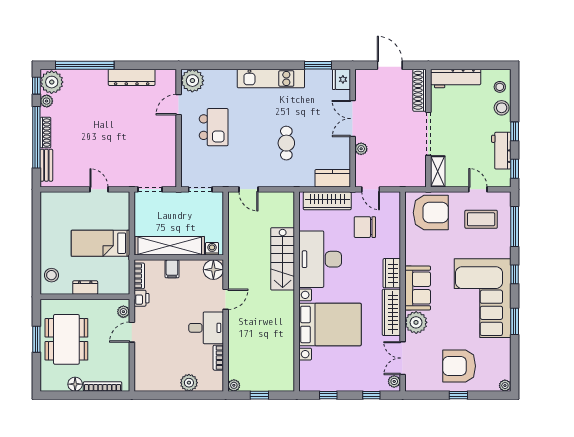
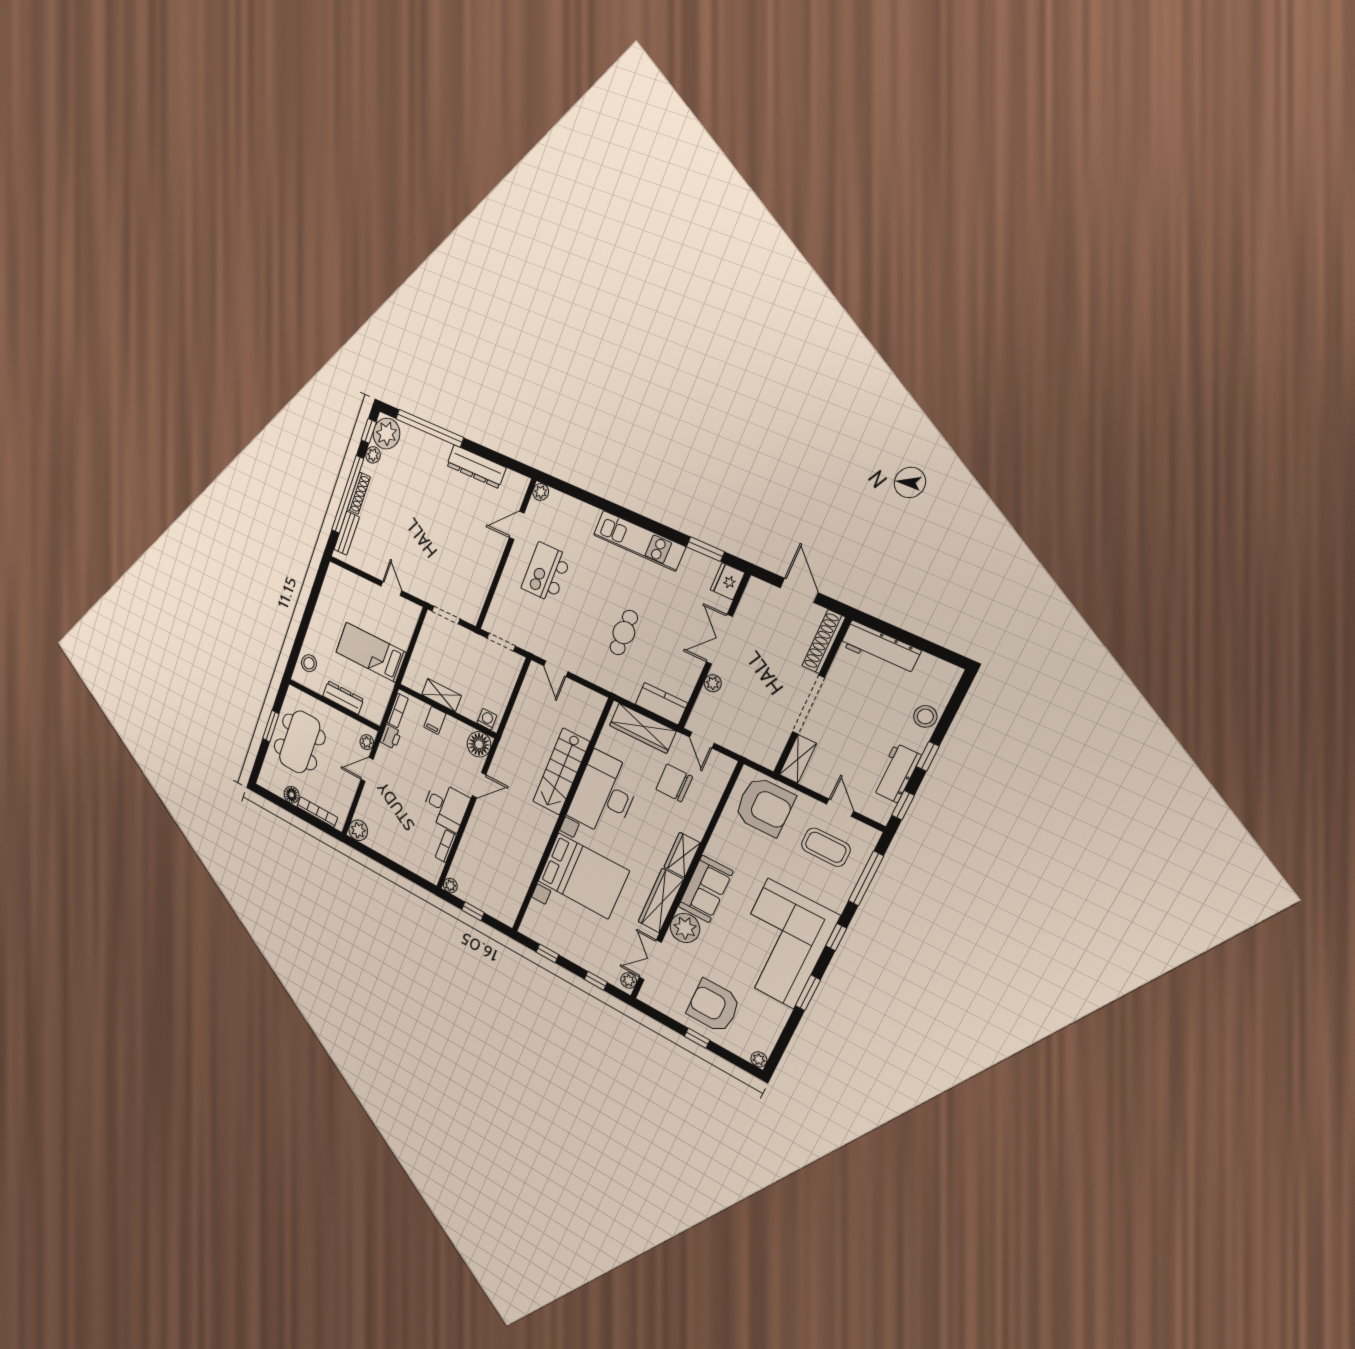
plant: (192, 81) -> (541, 492), width x0.53, depth x0.53
stool: (500, 87) -> (937, 687), removed
kitchen island: (214, 127) -> (546, 572), turned 180
shelving: (170, 246) -> (441, 695), width x0.45, depth x0.75
dresser: (85, 288) -> (343, 698), width x1.44
plant: (189, 383) -> (358, 830), moved

